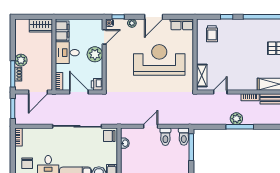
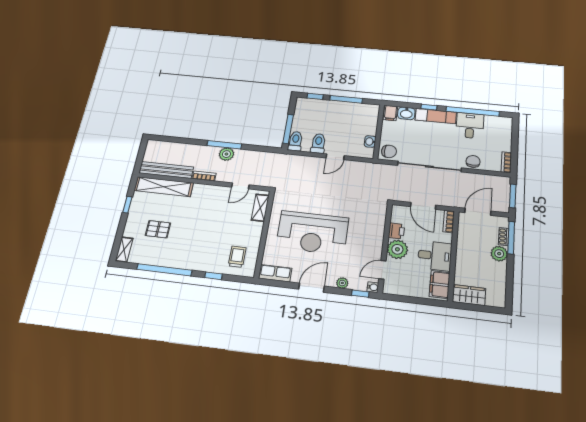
printer: (97, 84) -> (396, 231), moved
chair: (27, 163) -> (473, 161), moved

